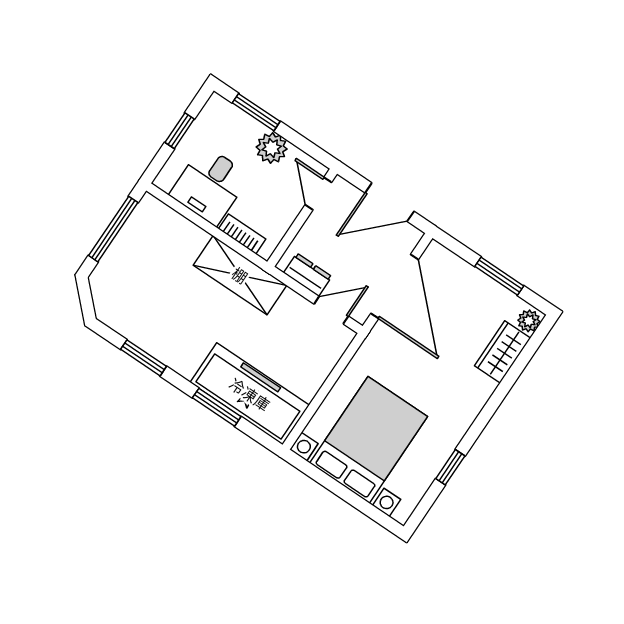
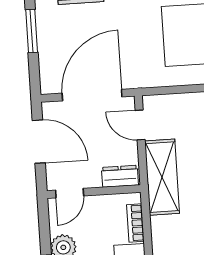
shelving: (240, 275) -> (162, 177), moved
dresser: (308, 275) -> (120, 176), moved, turned 90

